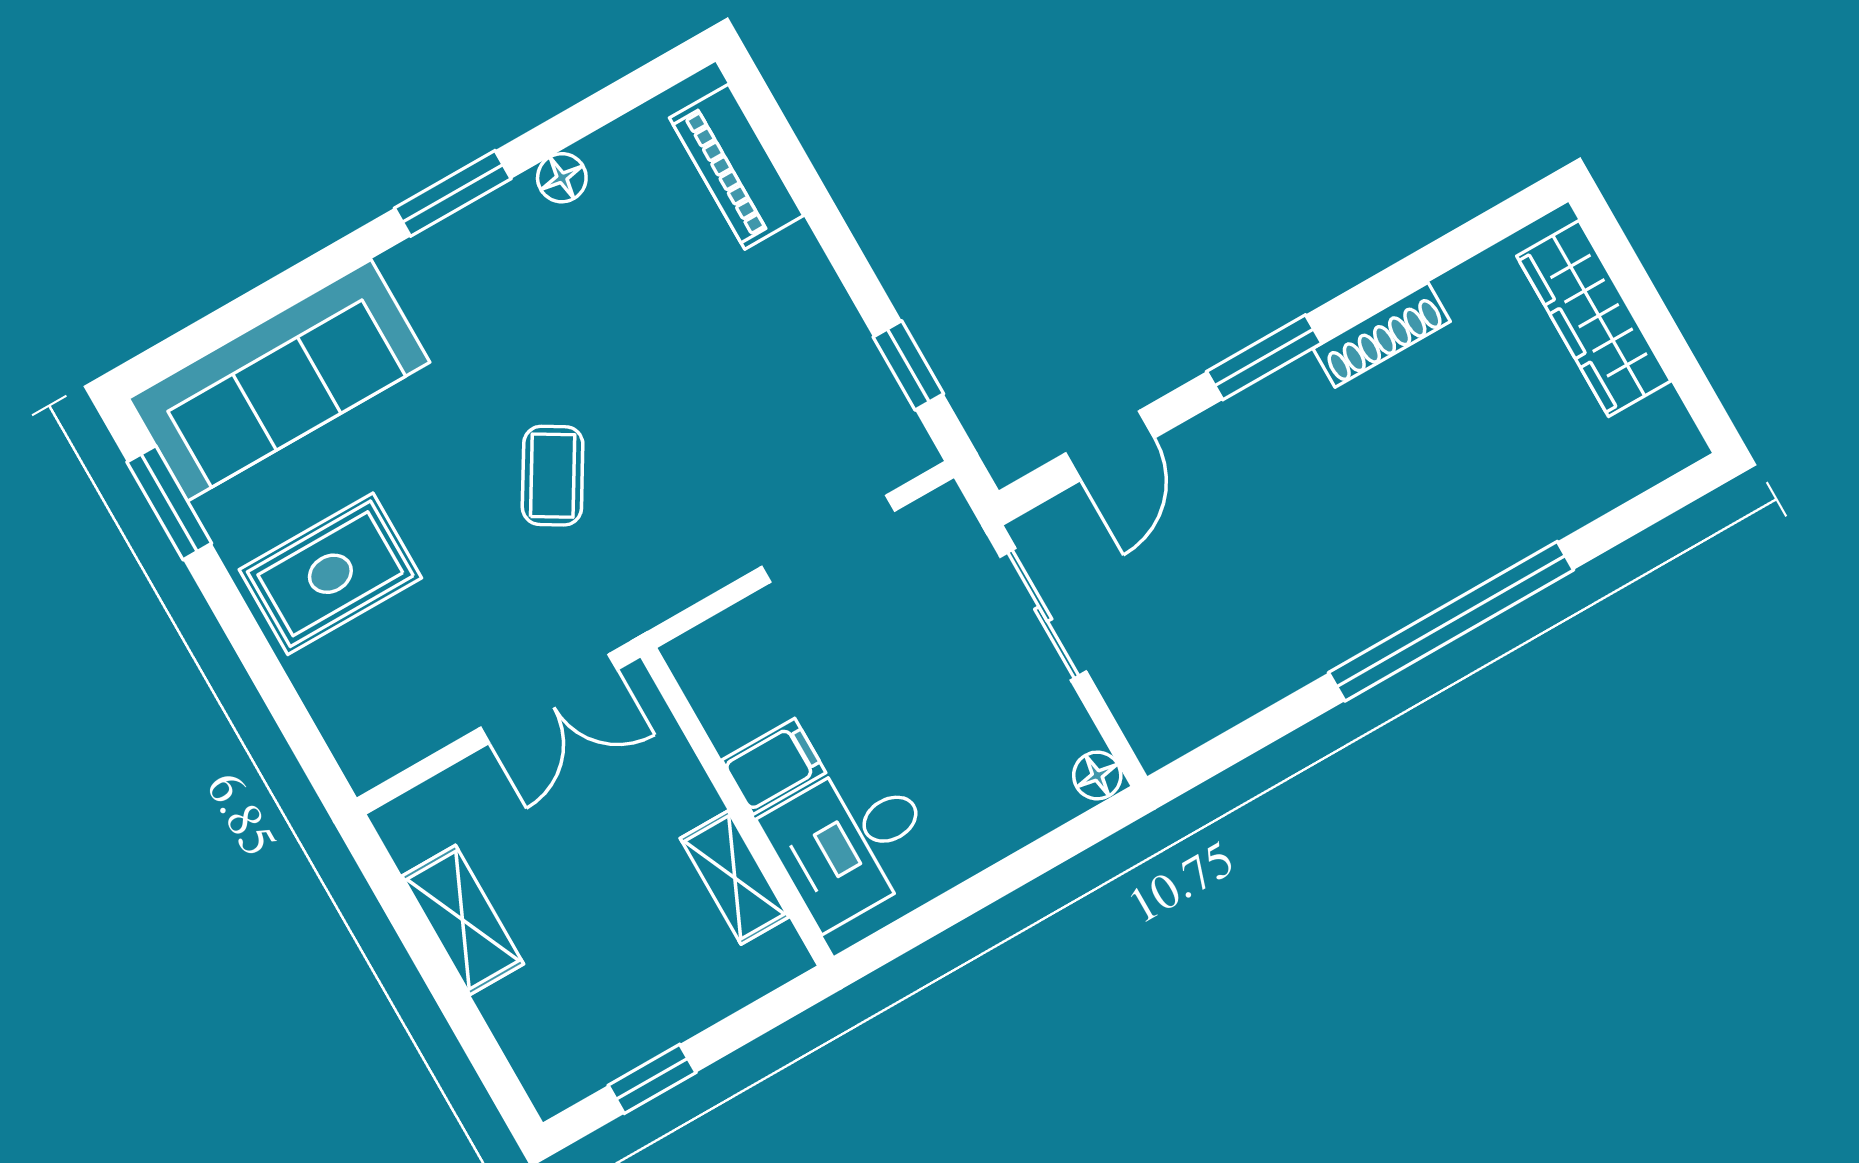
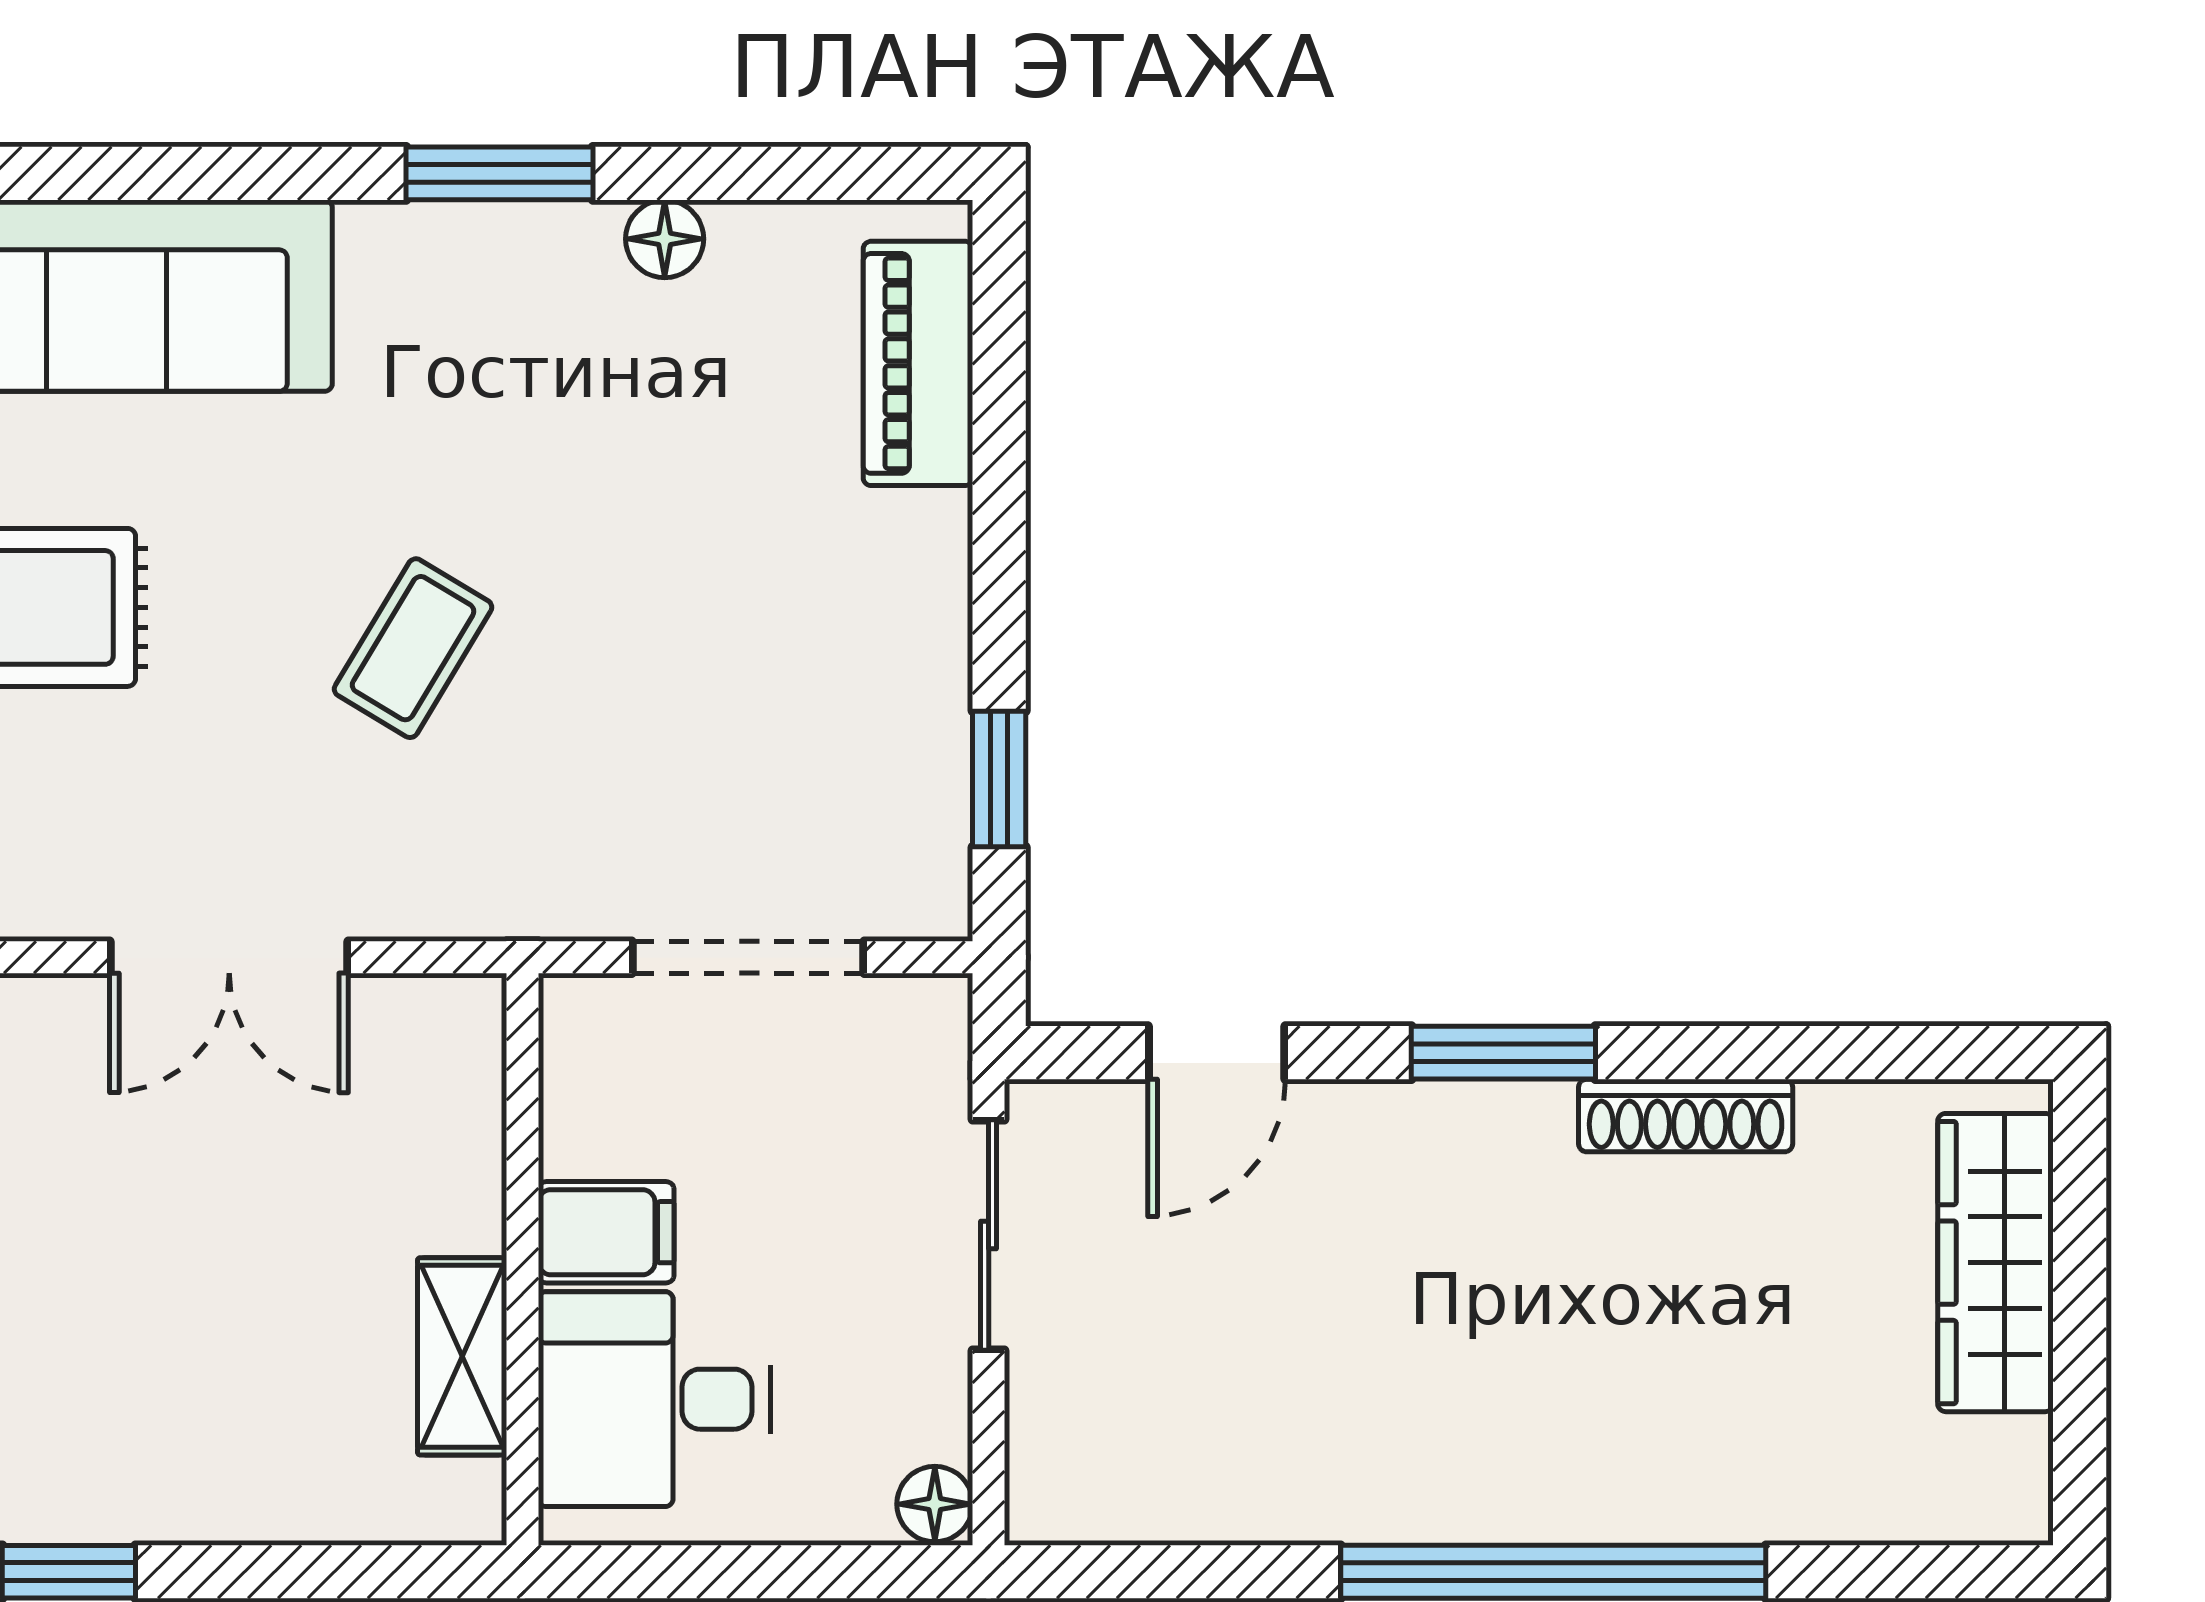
filing cabinet: (774, 766) -> (606, 1232), moved
wall: (737, 807) -> (522, 1259), moved
desk: (851, 841) -> (654, 1399), moved
shelving: (735, 878) -> (462, 1356), moved

